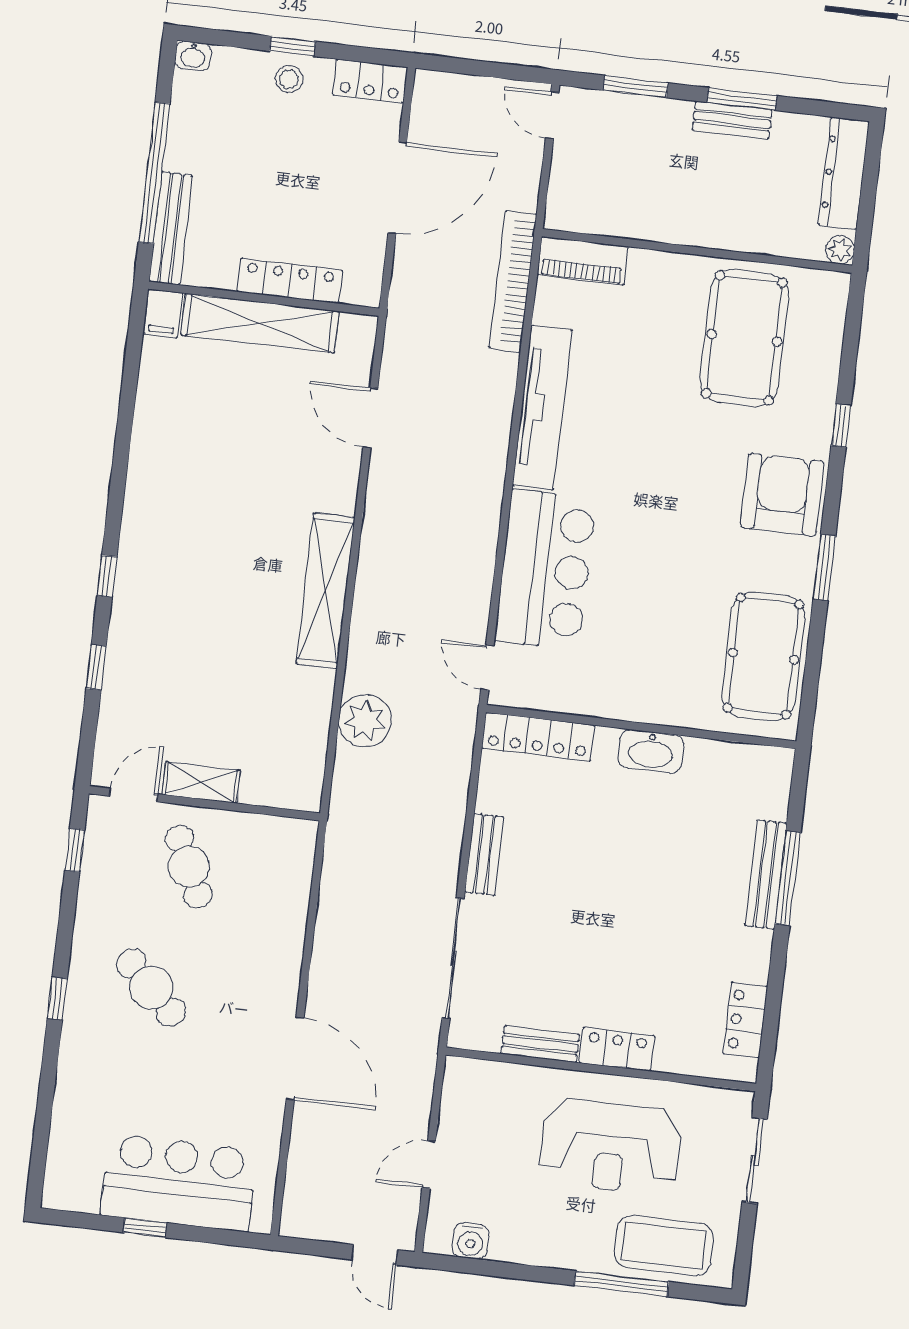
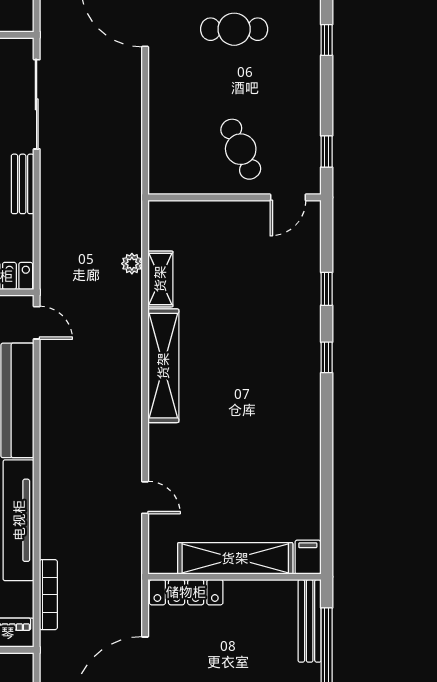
locker: (290, 281) -> (186, 592), moved
bookcase: (513, 281) -> (48, 595), width x0.68, depth x0.76
door: (370, 418) -> (145, 498), width x0.73
plant: (365, 721) -> (132, 264), width x0.53, depth x0.53
shelving: (201, 782) -> (160, 279), moved, turned 90
cafe table: (151, 988) -> (234, 29), moved, turned -44

